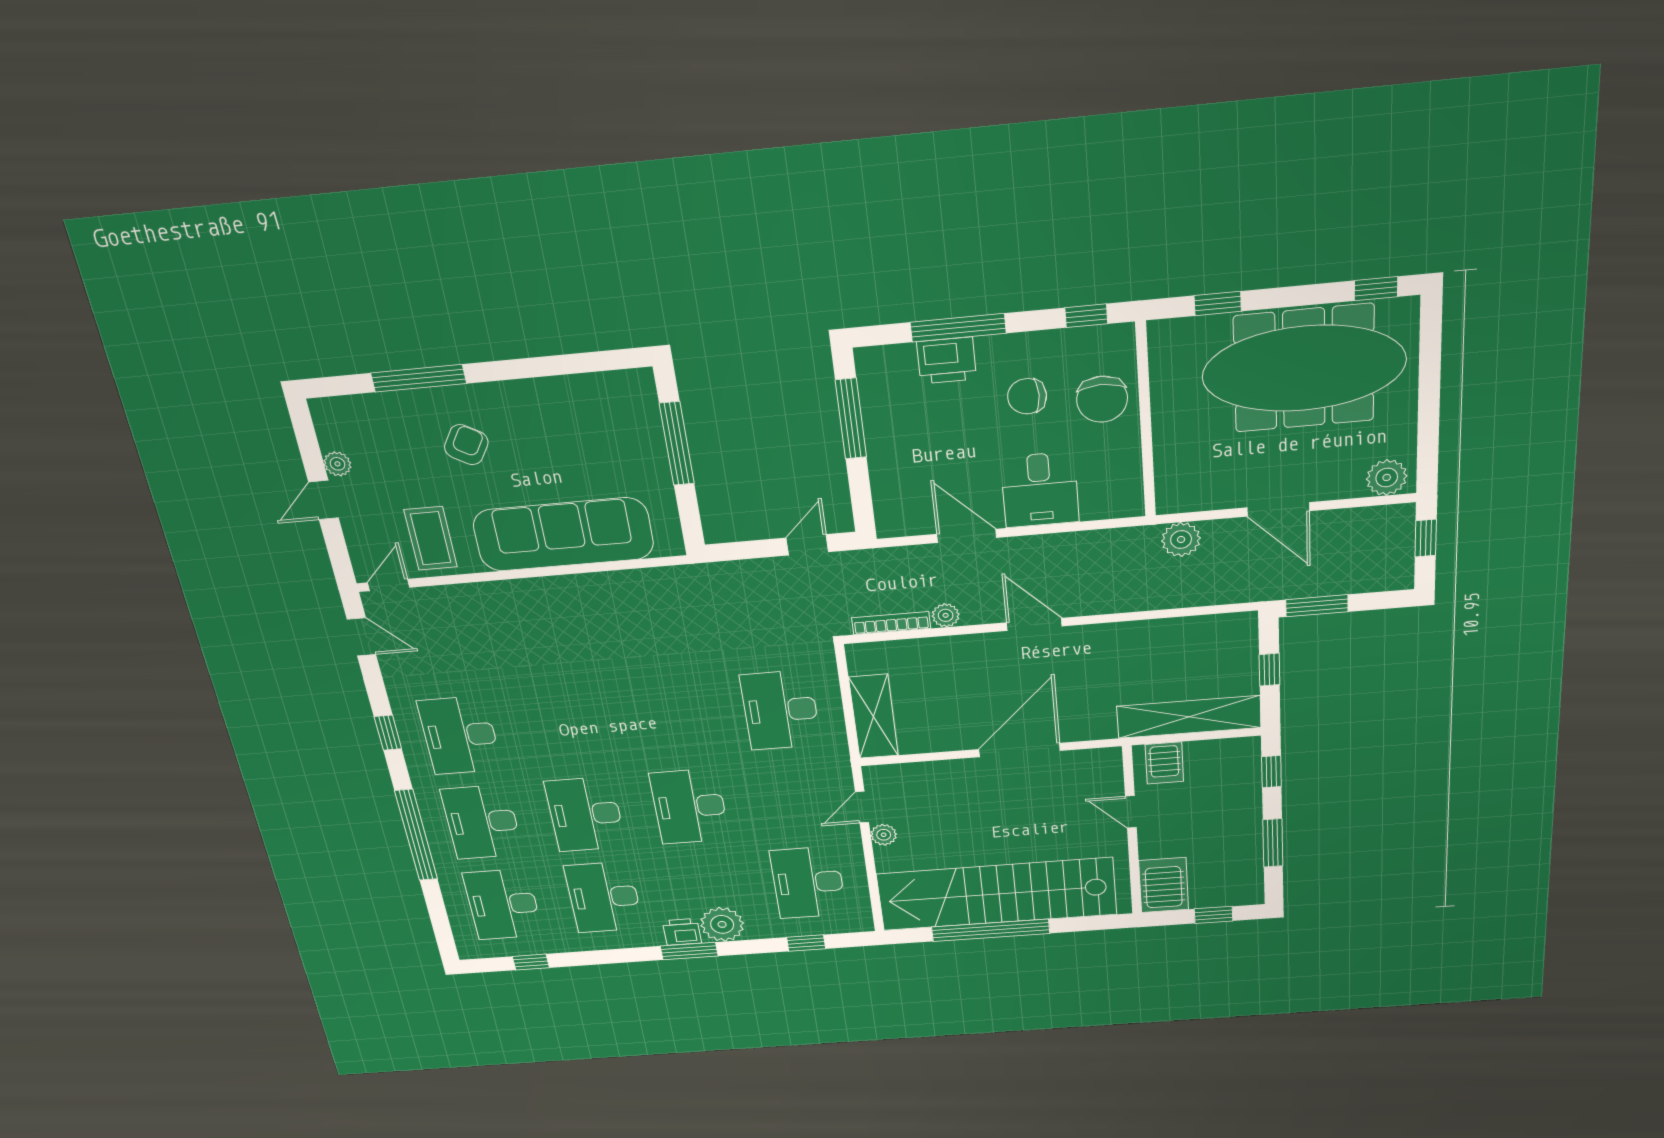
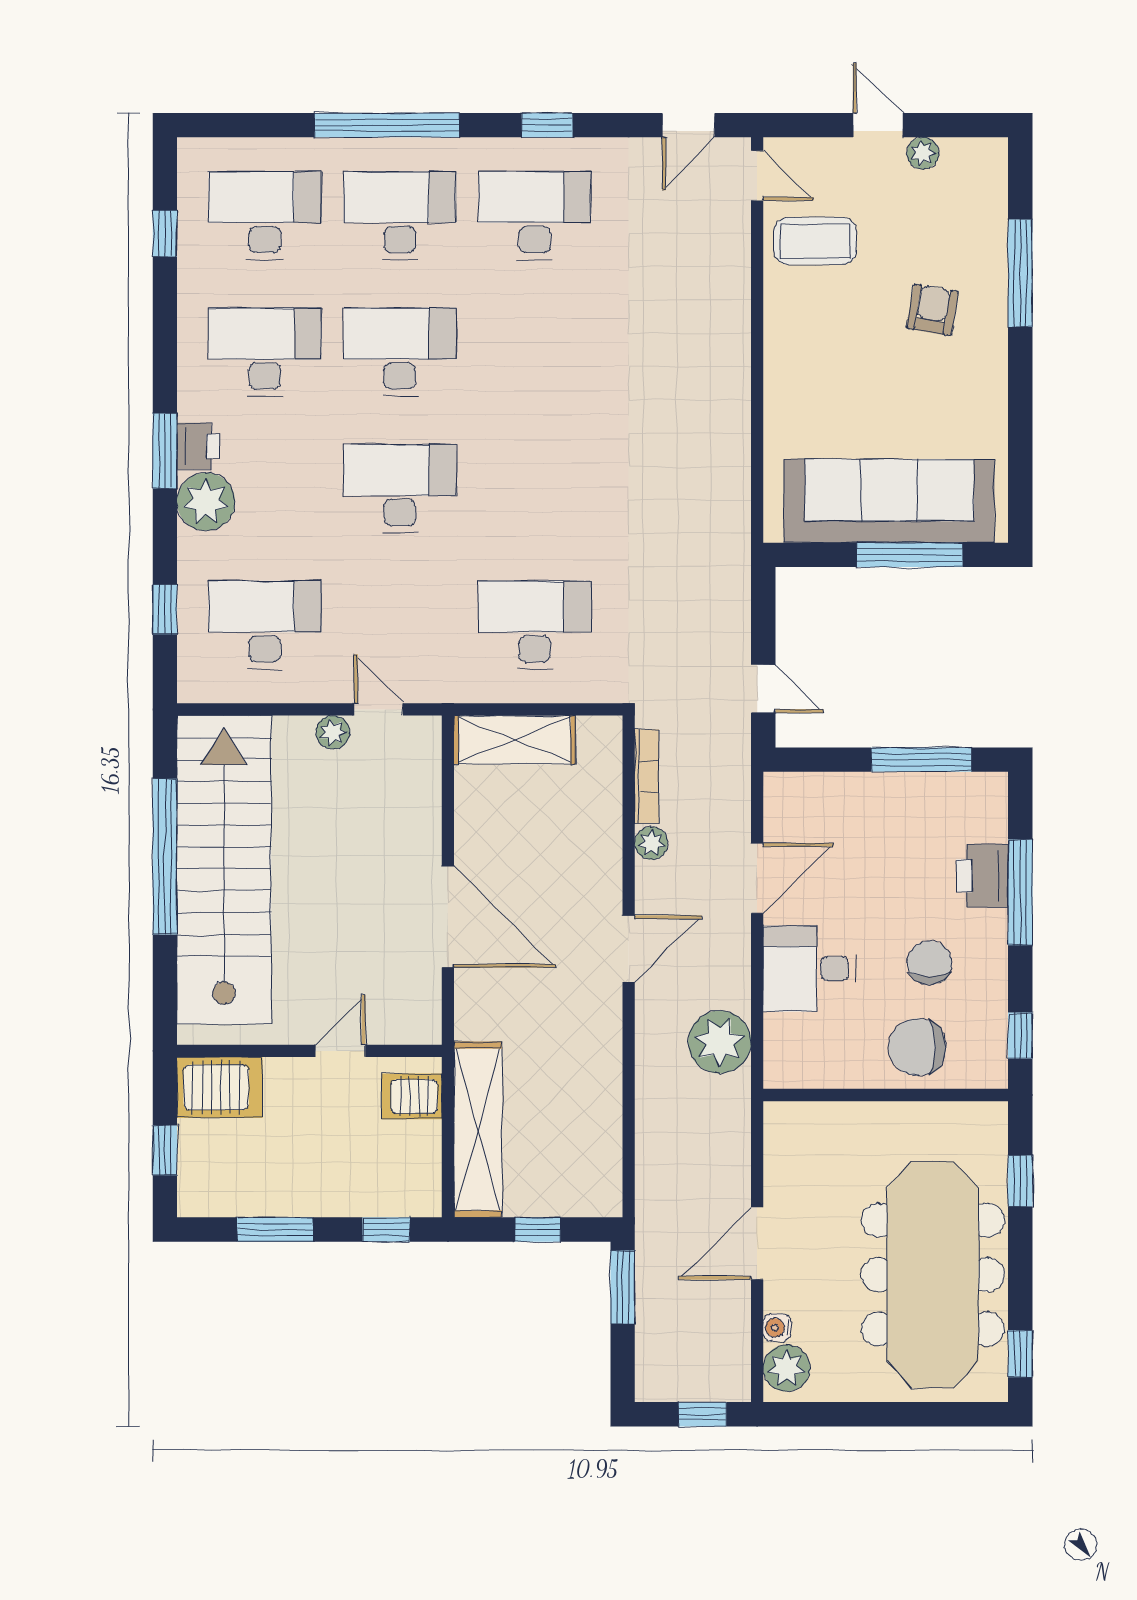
armchair: (466, 445) -> (932, 310), turned -111
water cooler: (1351, 488) -> (777, 1328), added
sofa: (563, 534) -> (889, 501), moved, turned -90
plant: (1181, 540) -> (720, 1042), moved, width x1.36, depth x1.36

